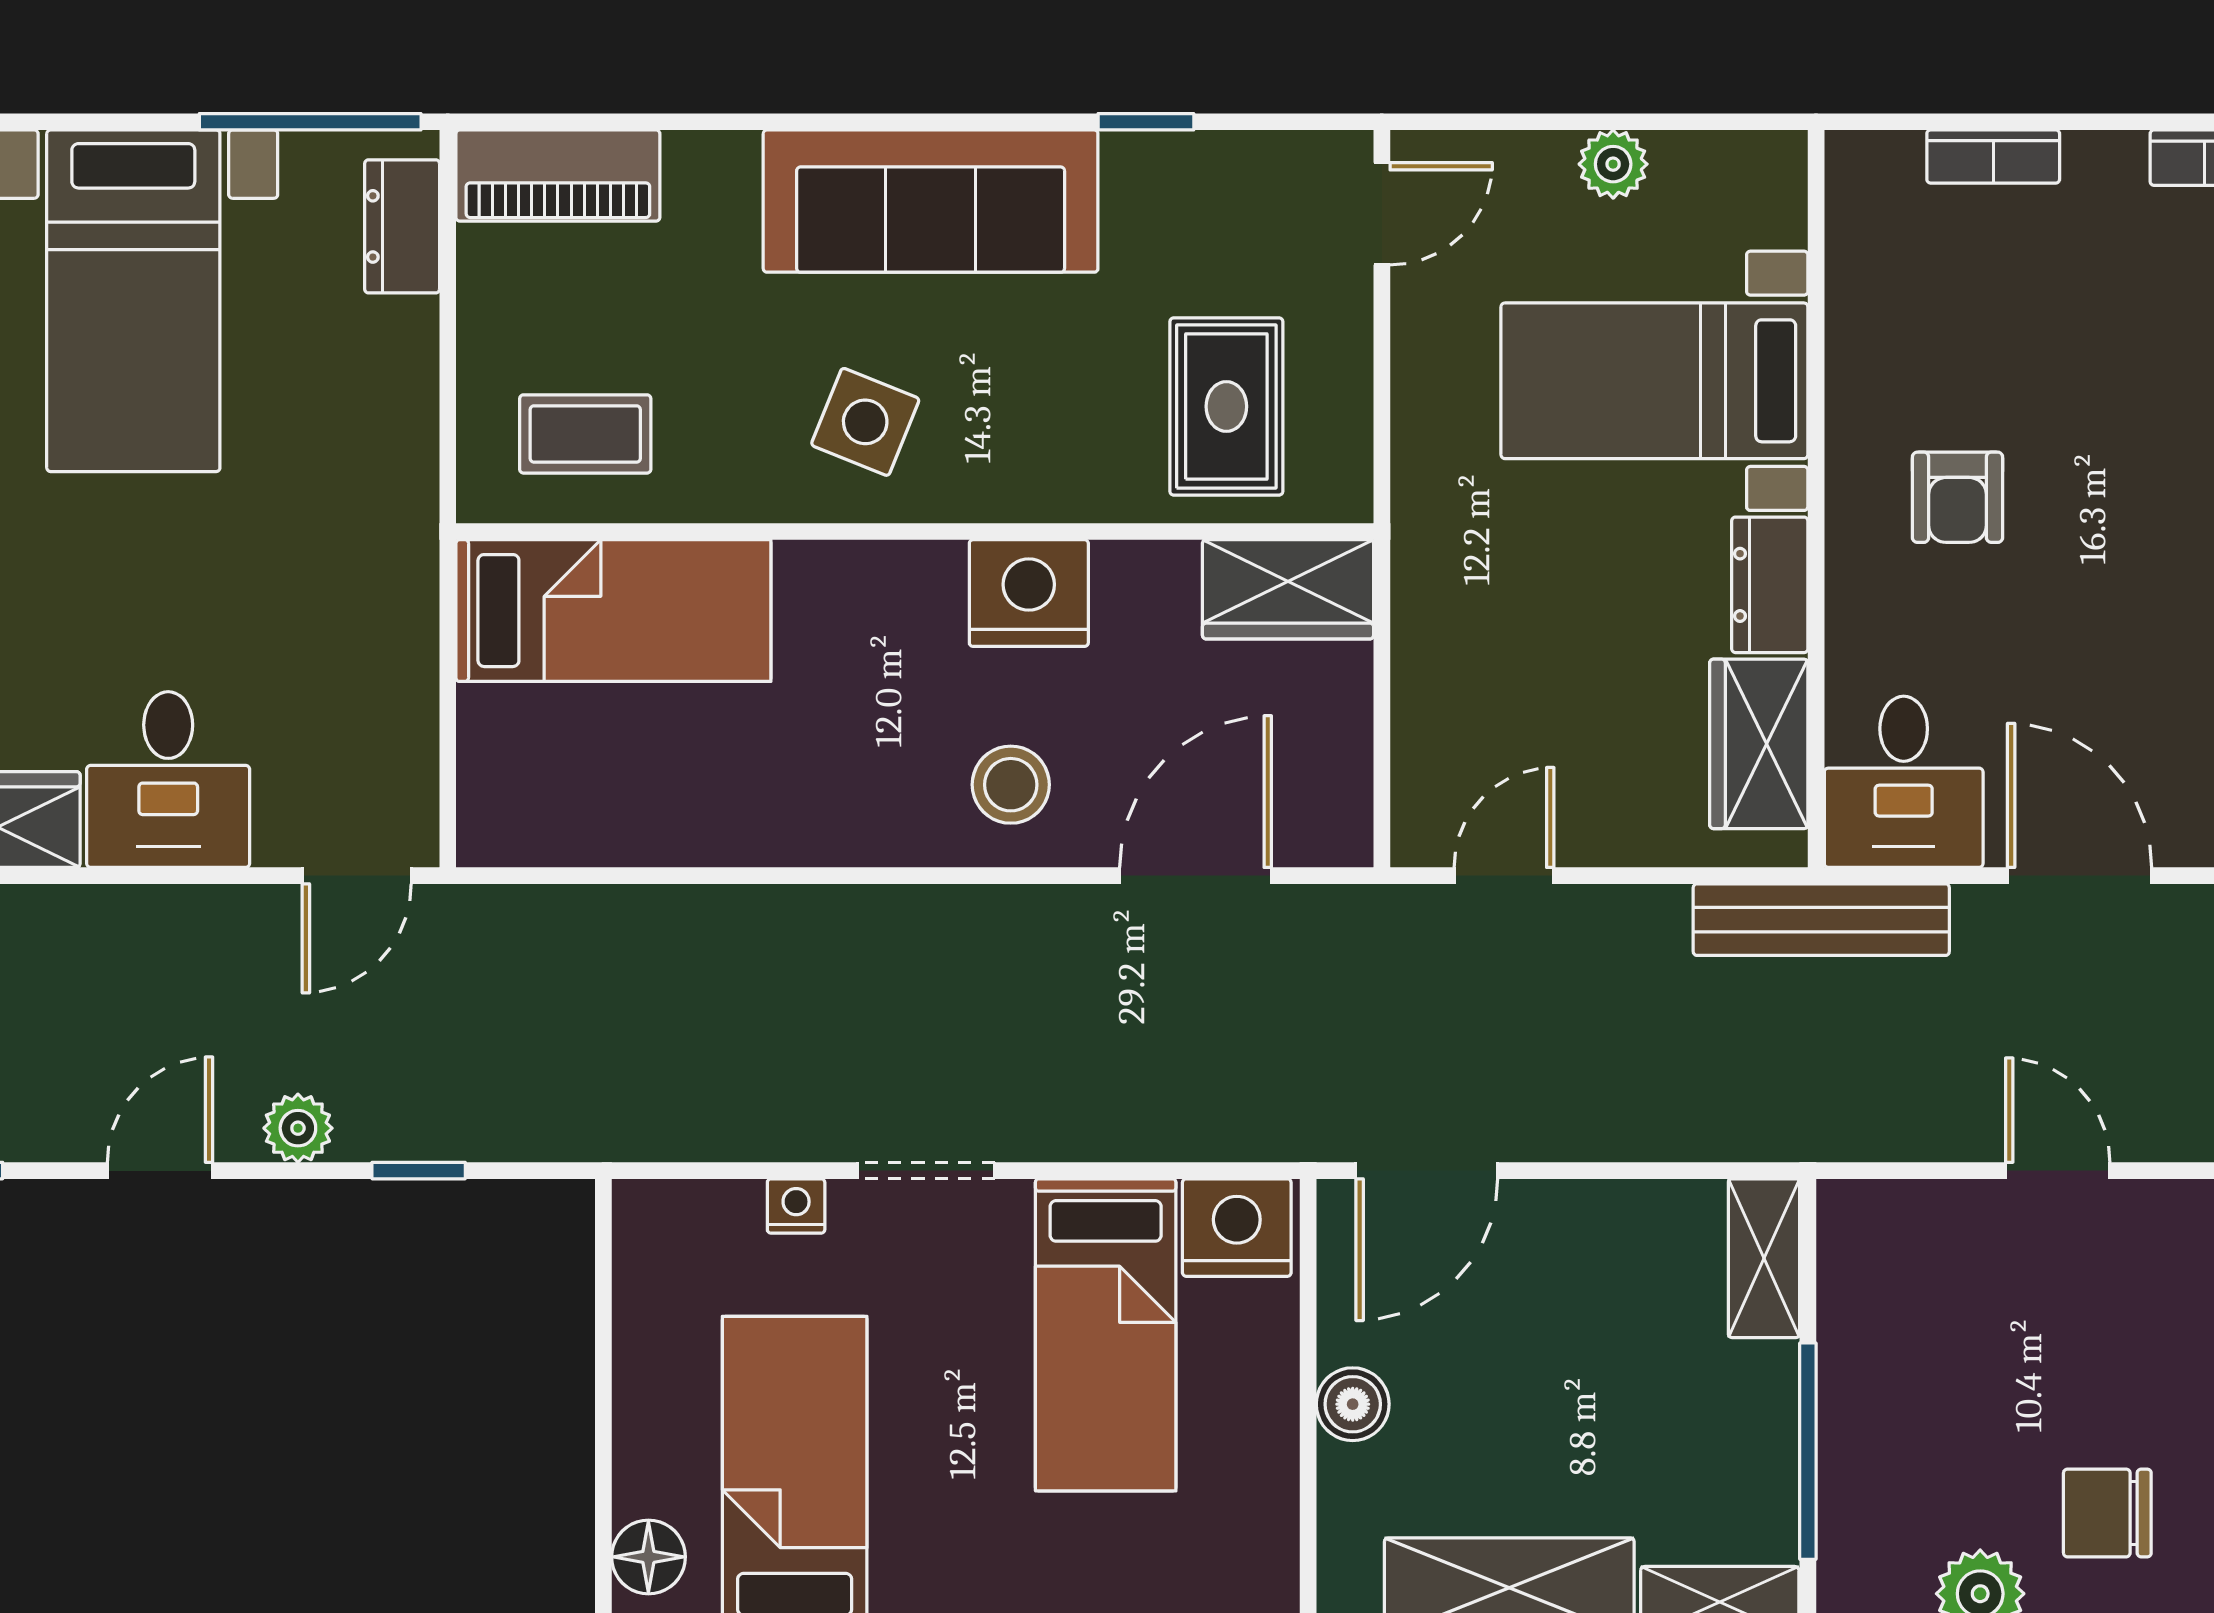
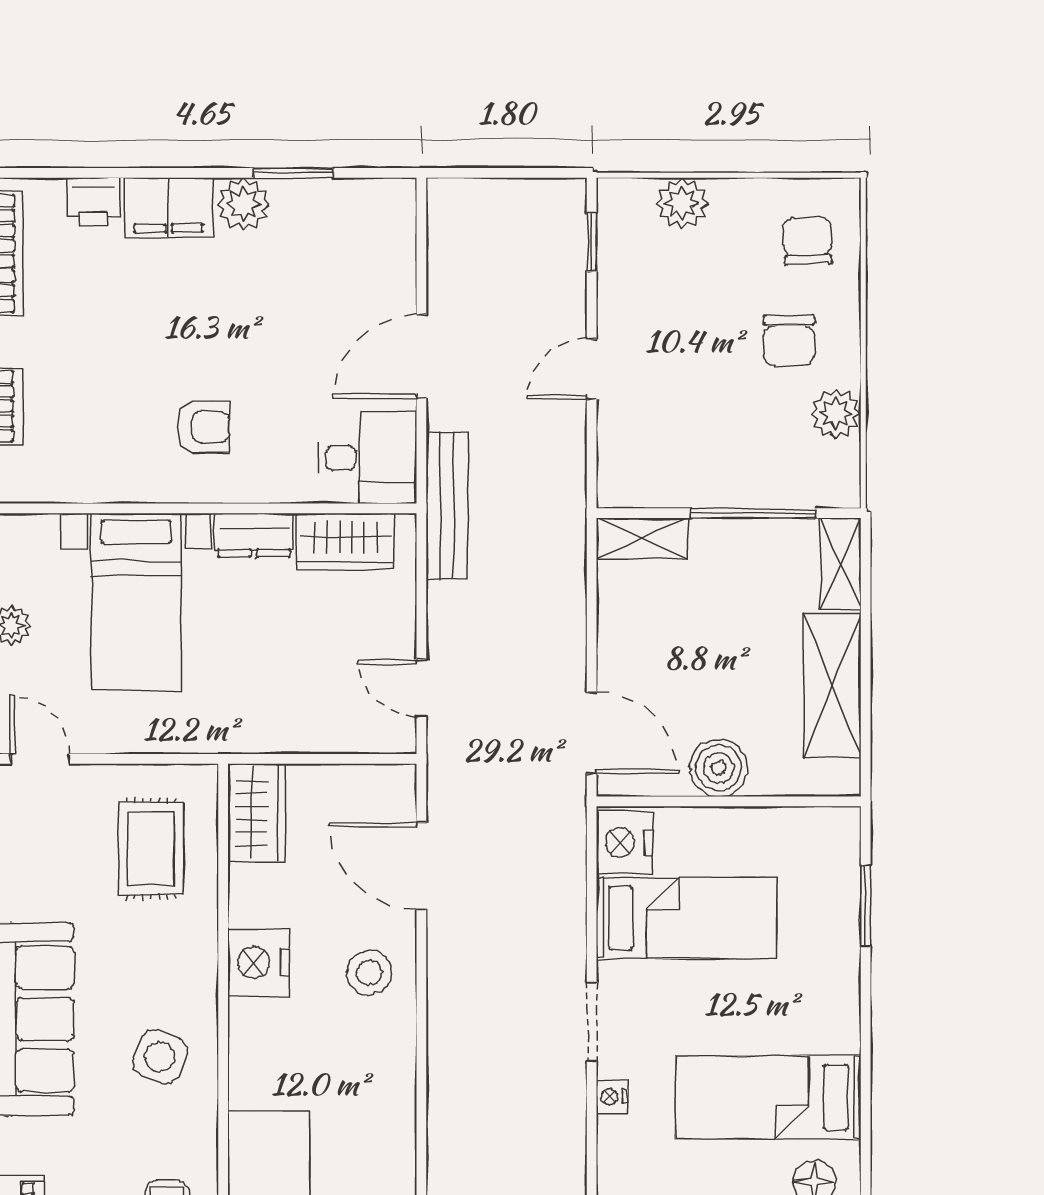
rug: (1226, 406) -> (151, 848), turned 90
boiler: (1353, 1404) -> (719, 768), width x1.36, depth x1.36

